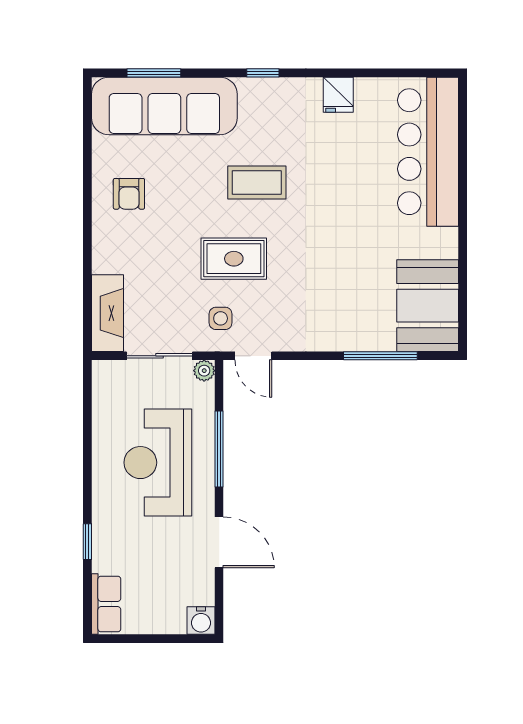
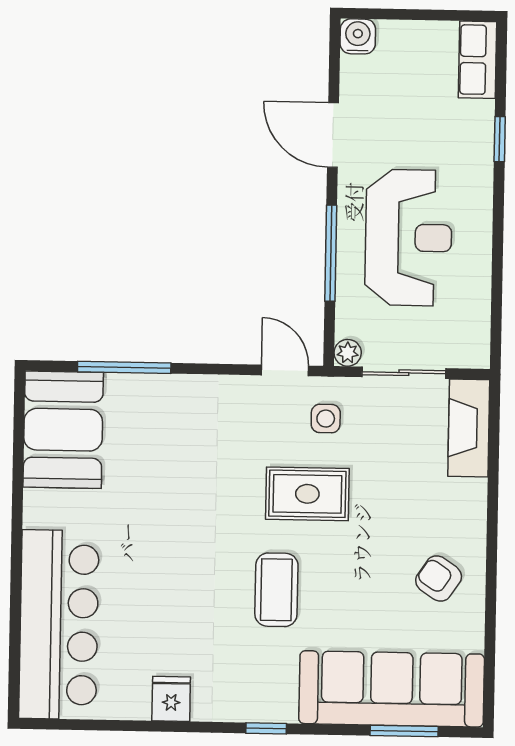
coffee table: (257, 182) -> (276, 590), turned 90
armchair: (129, 194) -> (439, 579), turned -56

